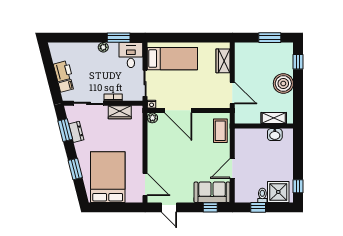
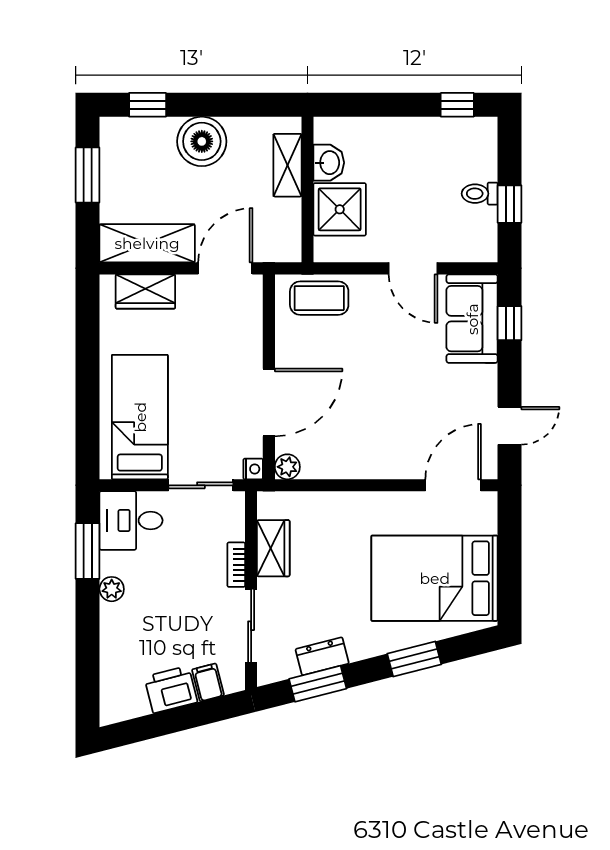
shelving: (242, 62) -> (147, 243), added
shower: (278, 192) -> (340, 209), moved

